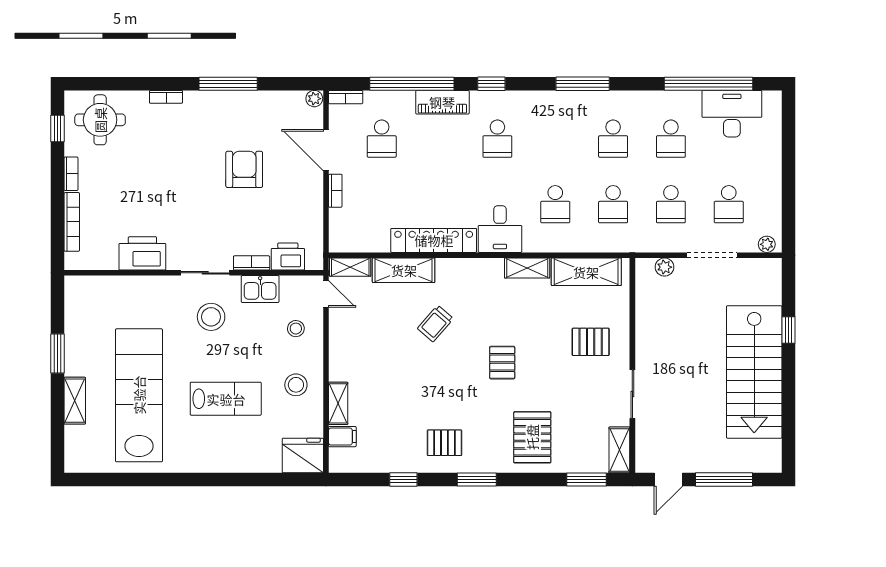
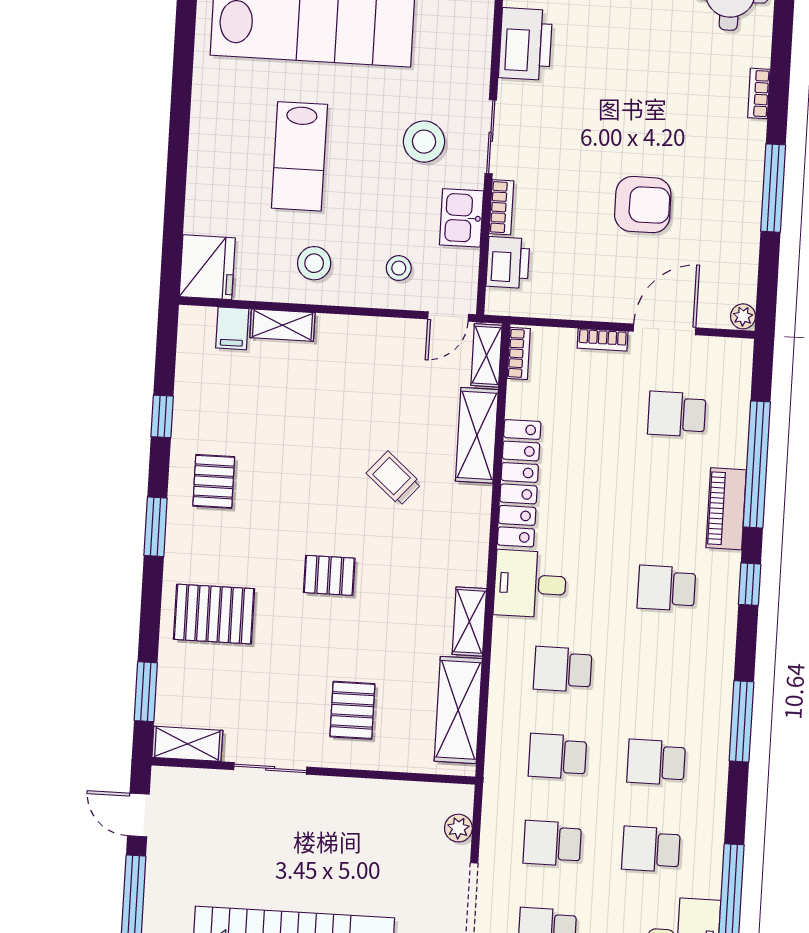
bookcase: (346, 97) -> (519, 353), moved, turned 180

